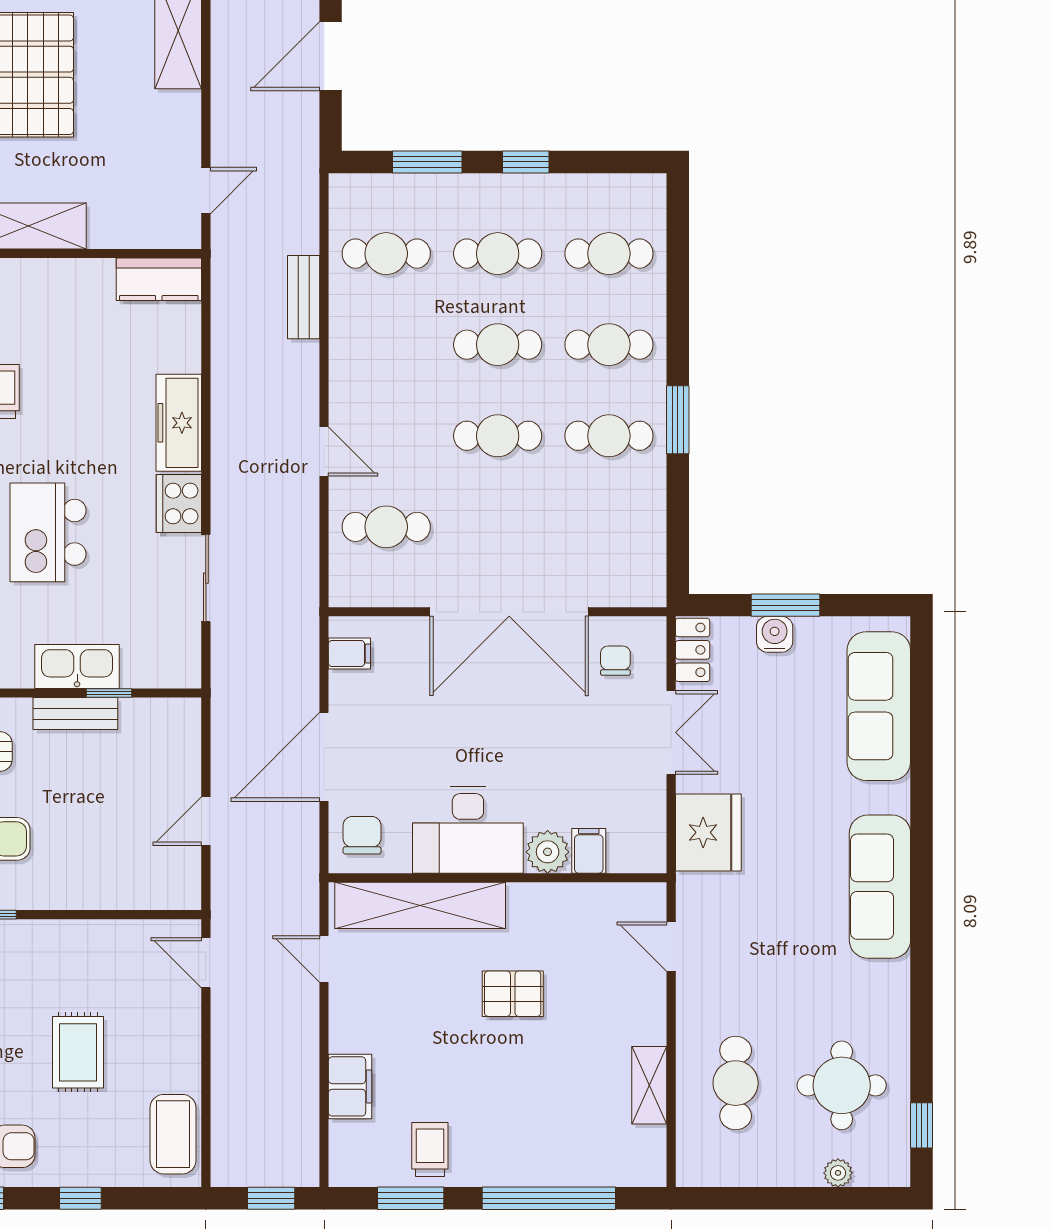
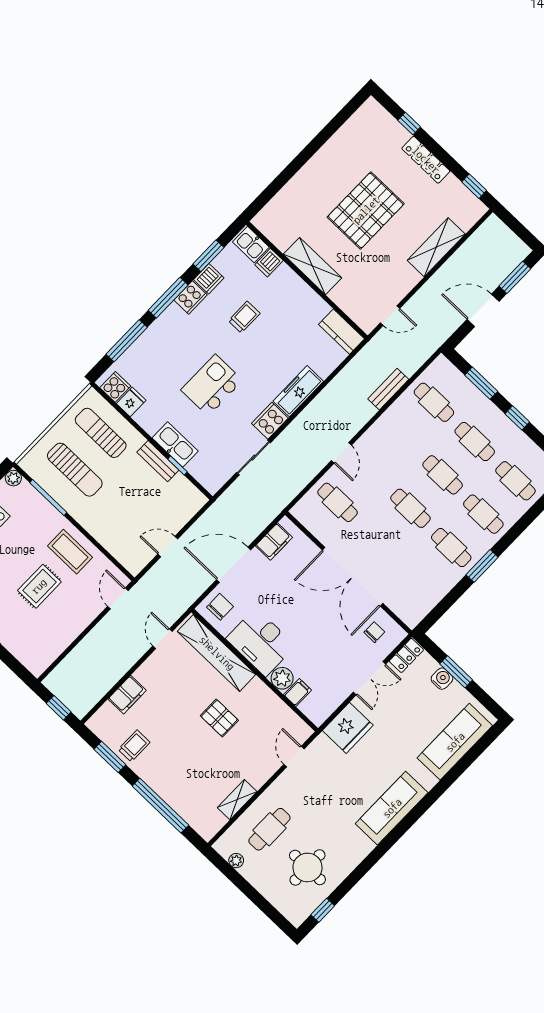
filing cabinet: (349, 654) -> (274, 542), width x2.00
coffee table: (173, 1134) -> (70, 552), moved, turned 90
plant: (838, 1173) -> (236, 861), moved

